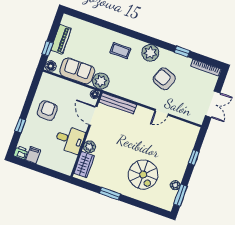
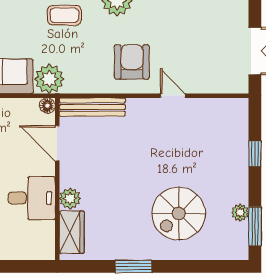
armchair: (164, 79) -> (132, 62), moved, turned 69
door: (162, 112) -> (173, 96), swing flipped
spiral stairs: (143, 175) -> (179, 214), turned 90

